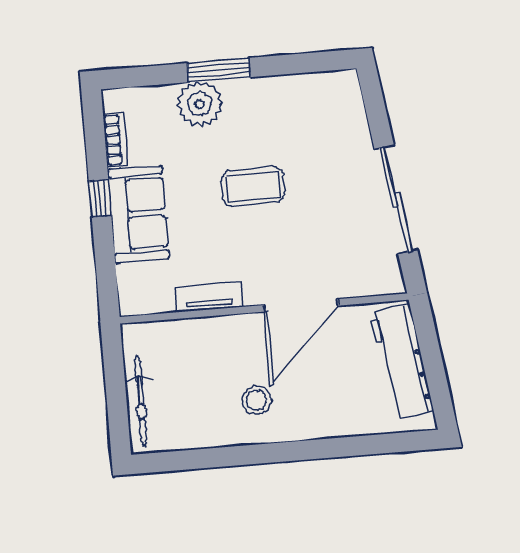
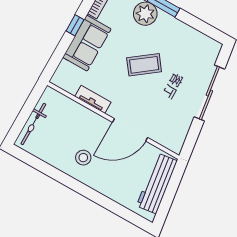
coffee table: (253, 187) -> (144, 65), turned -37
sliding door: (396, 199) -> (209, 93), moved

